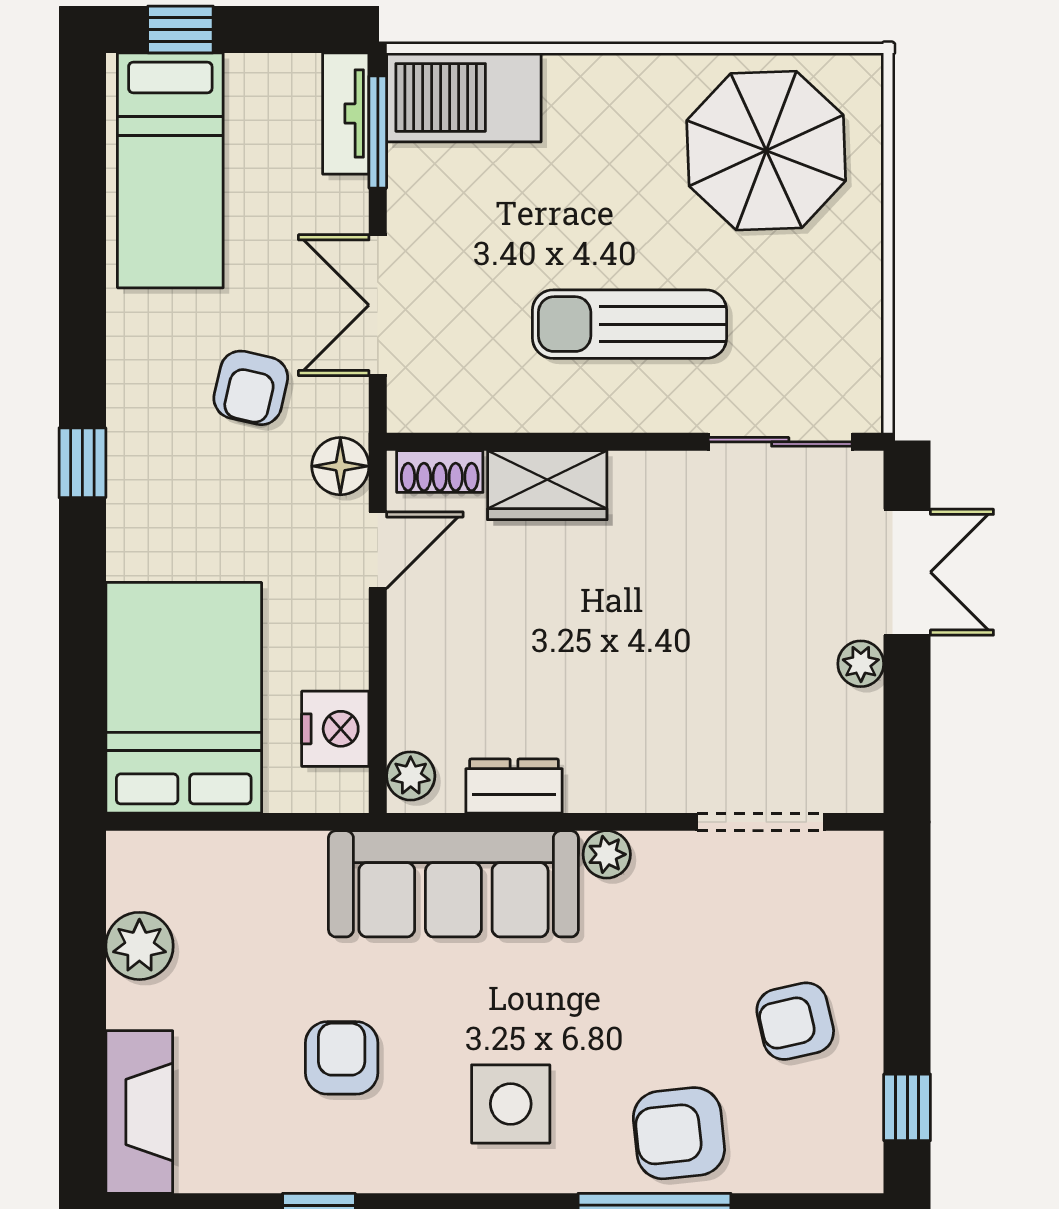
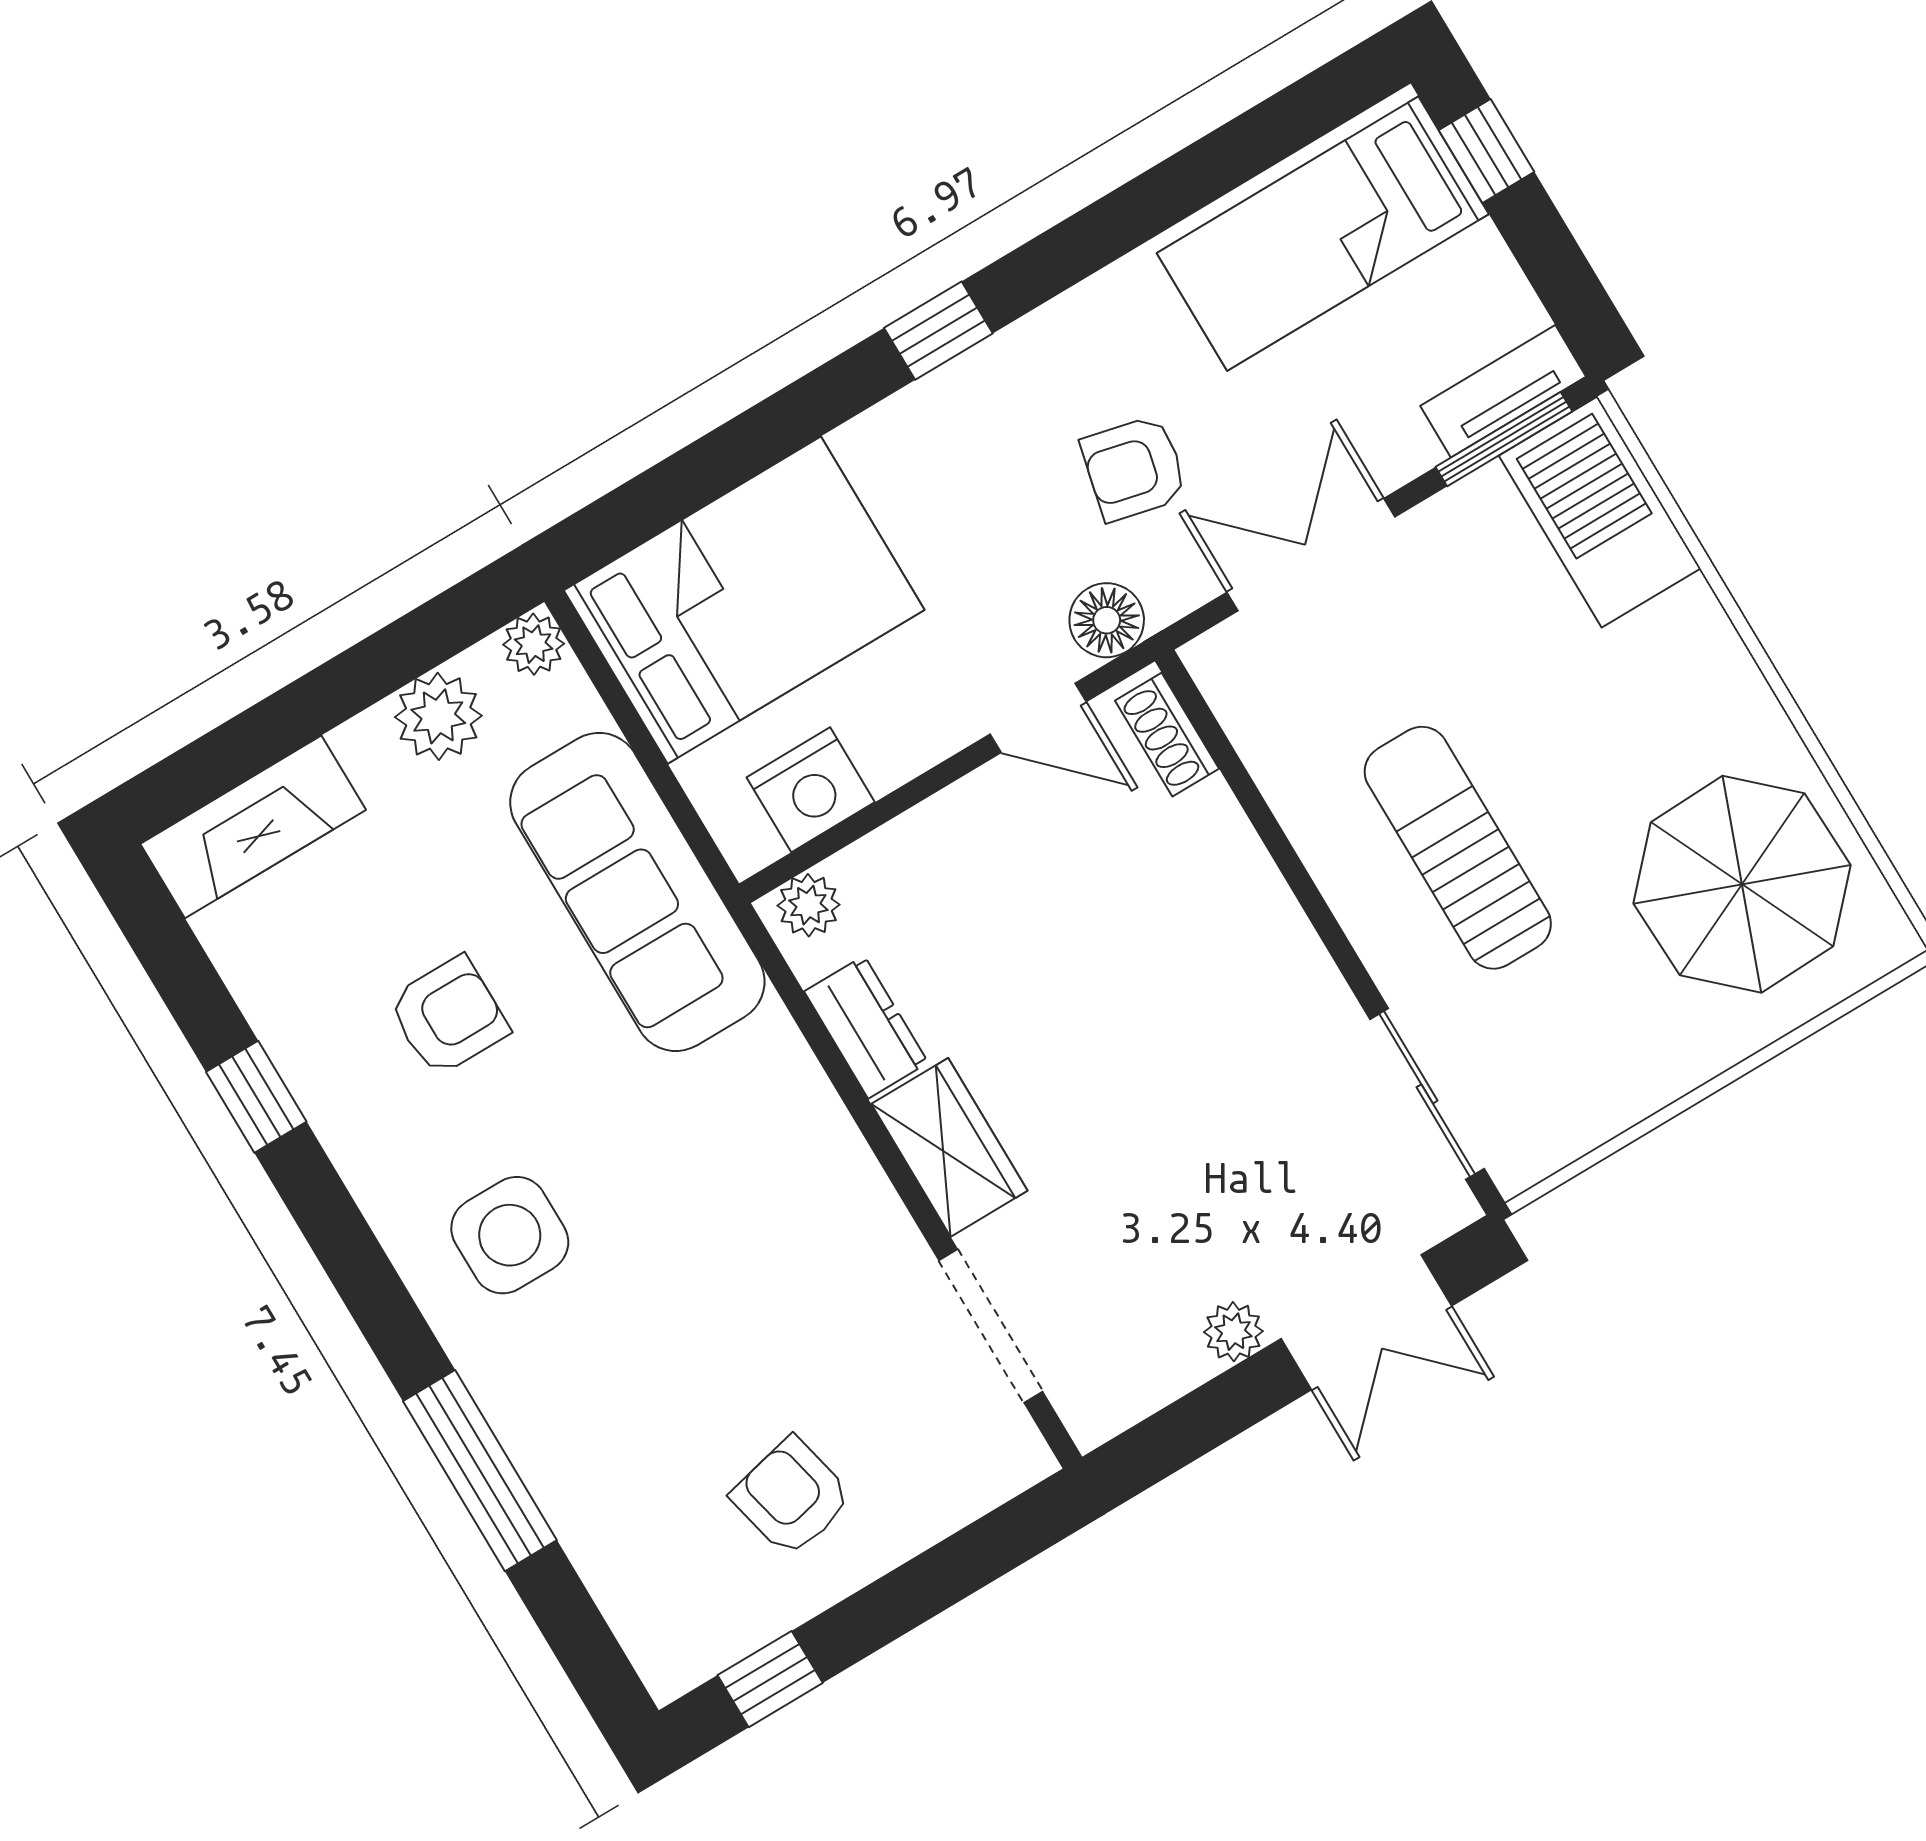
wardrobe: (547, 485) -> (949, 1147), moved, turned 180
plant: (607, 854) -> (534, 644), moved
sofa: (453, 884) -> (637, 892), moved
armchair: (679, 1133) -> (589, 1442), removed

